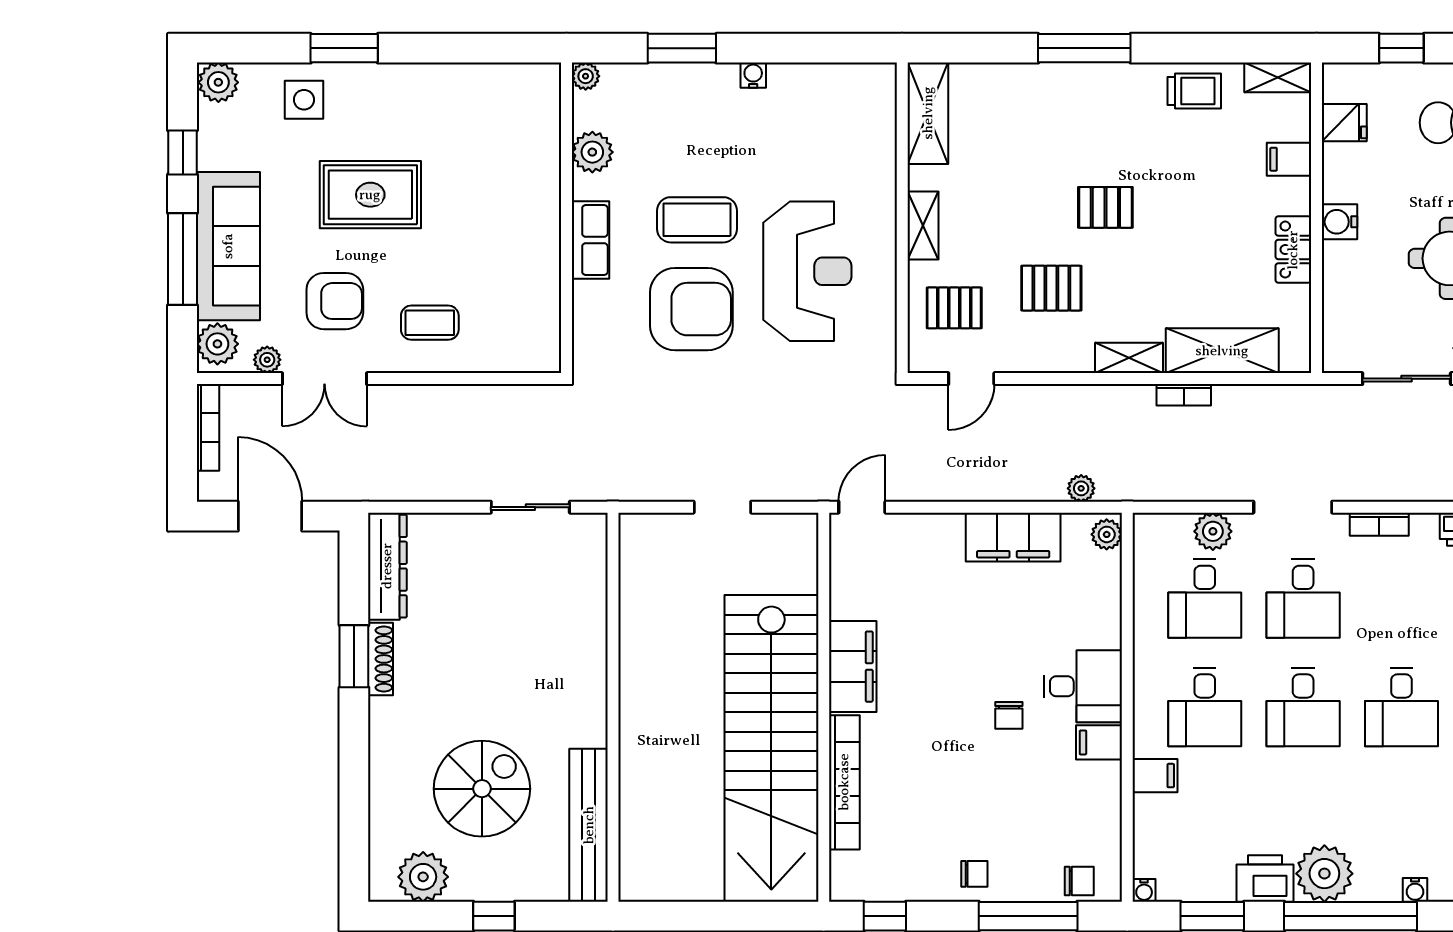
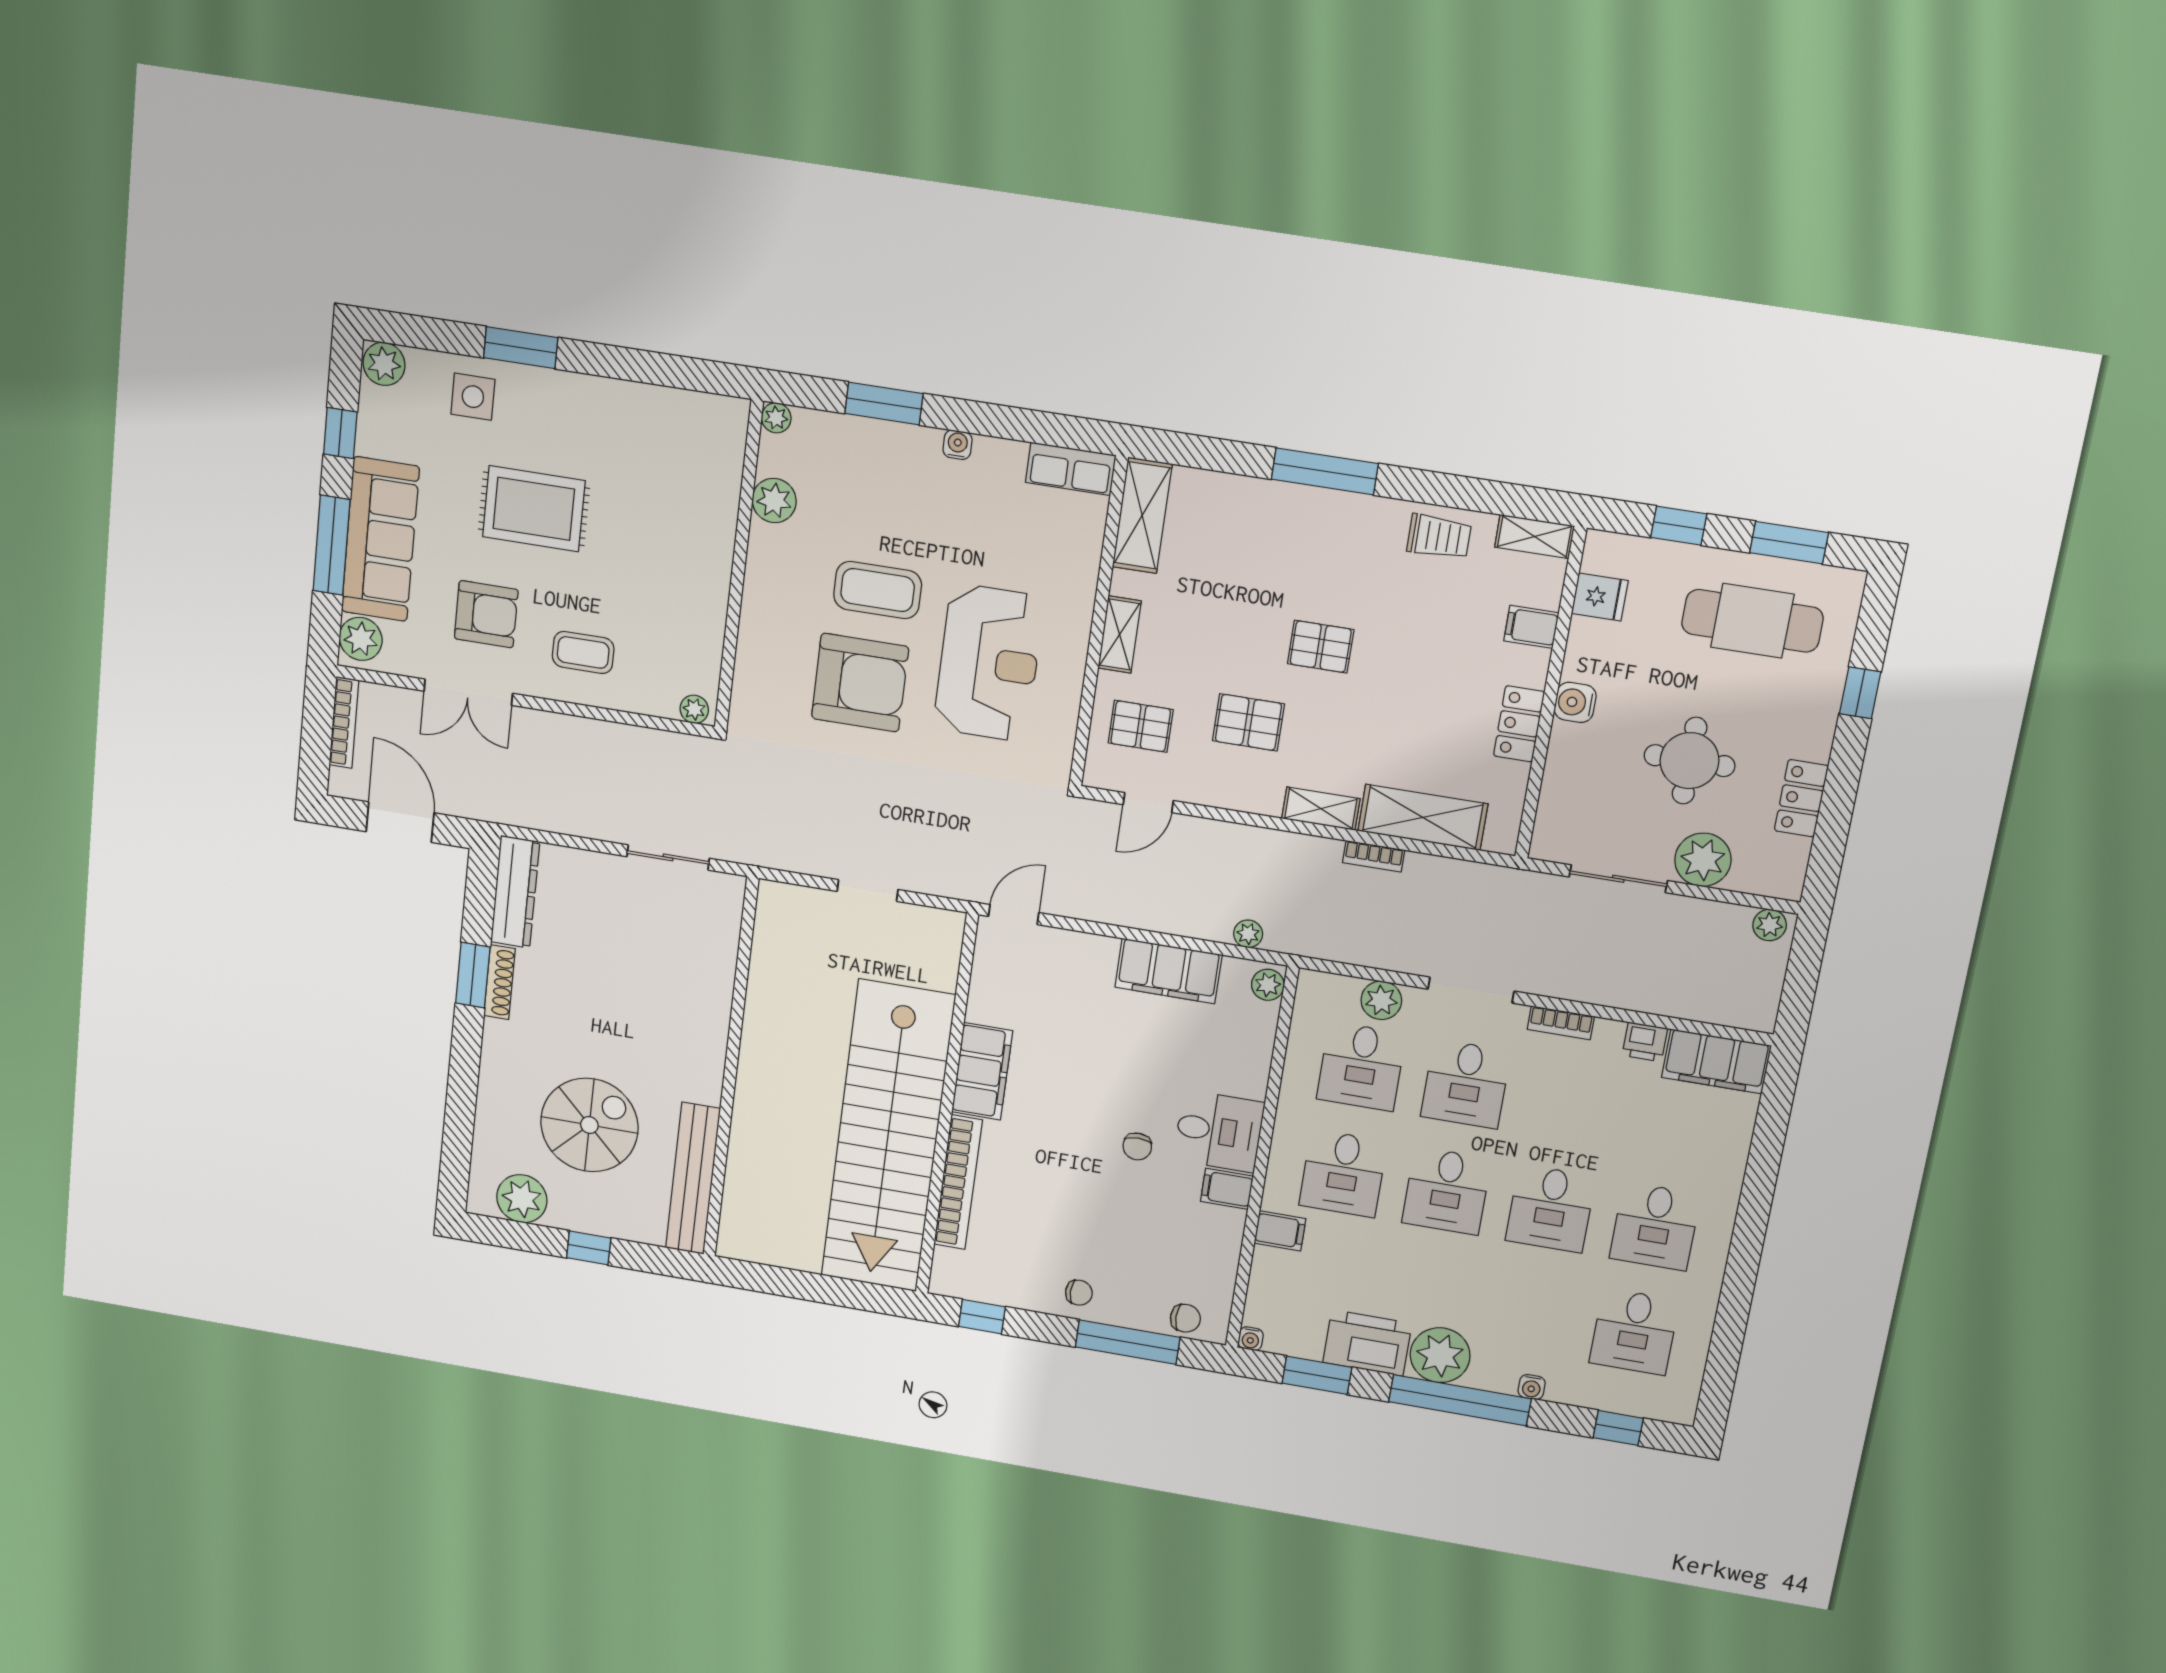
row of seats: (590, 240) -> (1071, 469), moved, turned 90
plant: (267, 360) -> (694, 709), moved
printer: (1265, 878) -> (1367, 1343), width x1.37, depth x1.19

